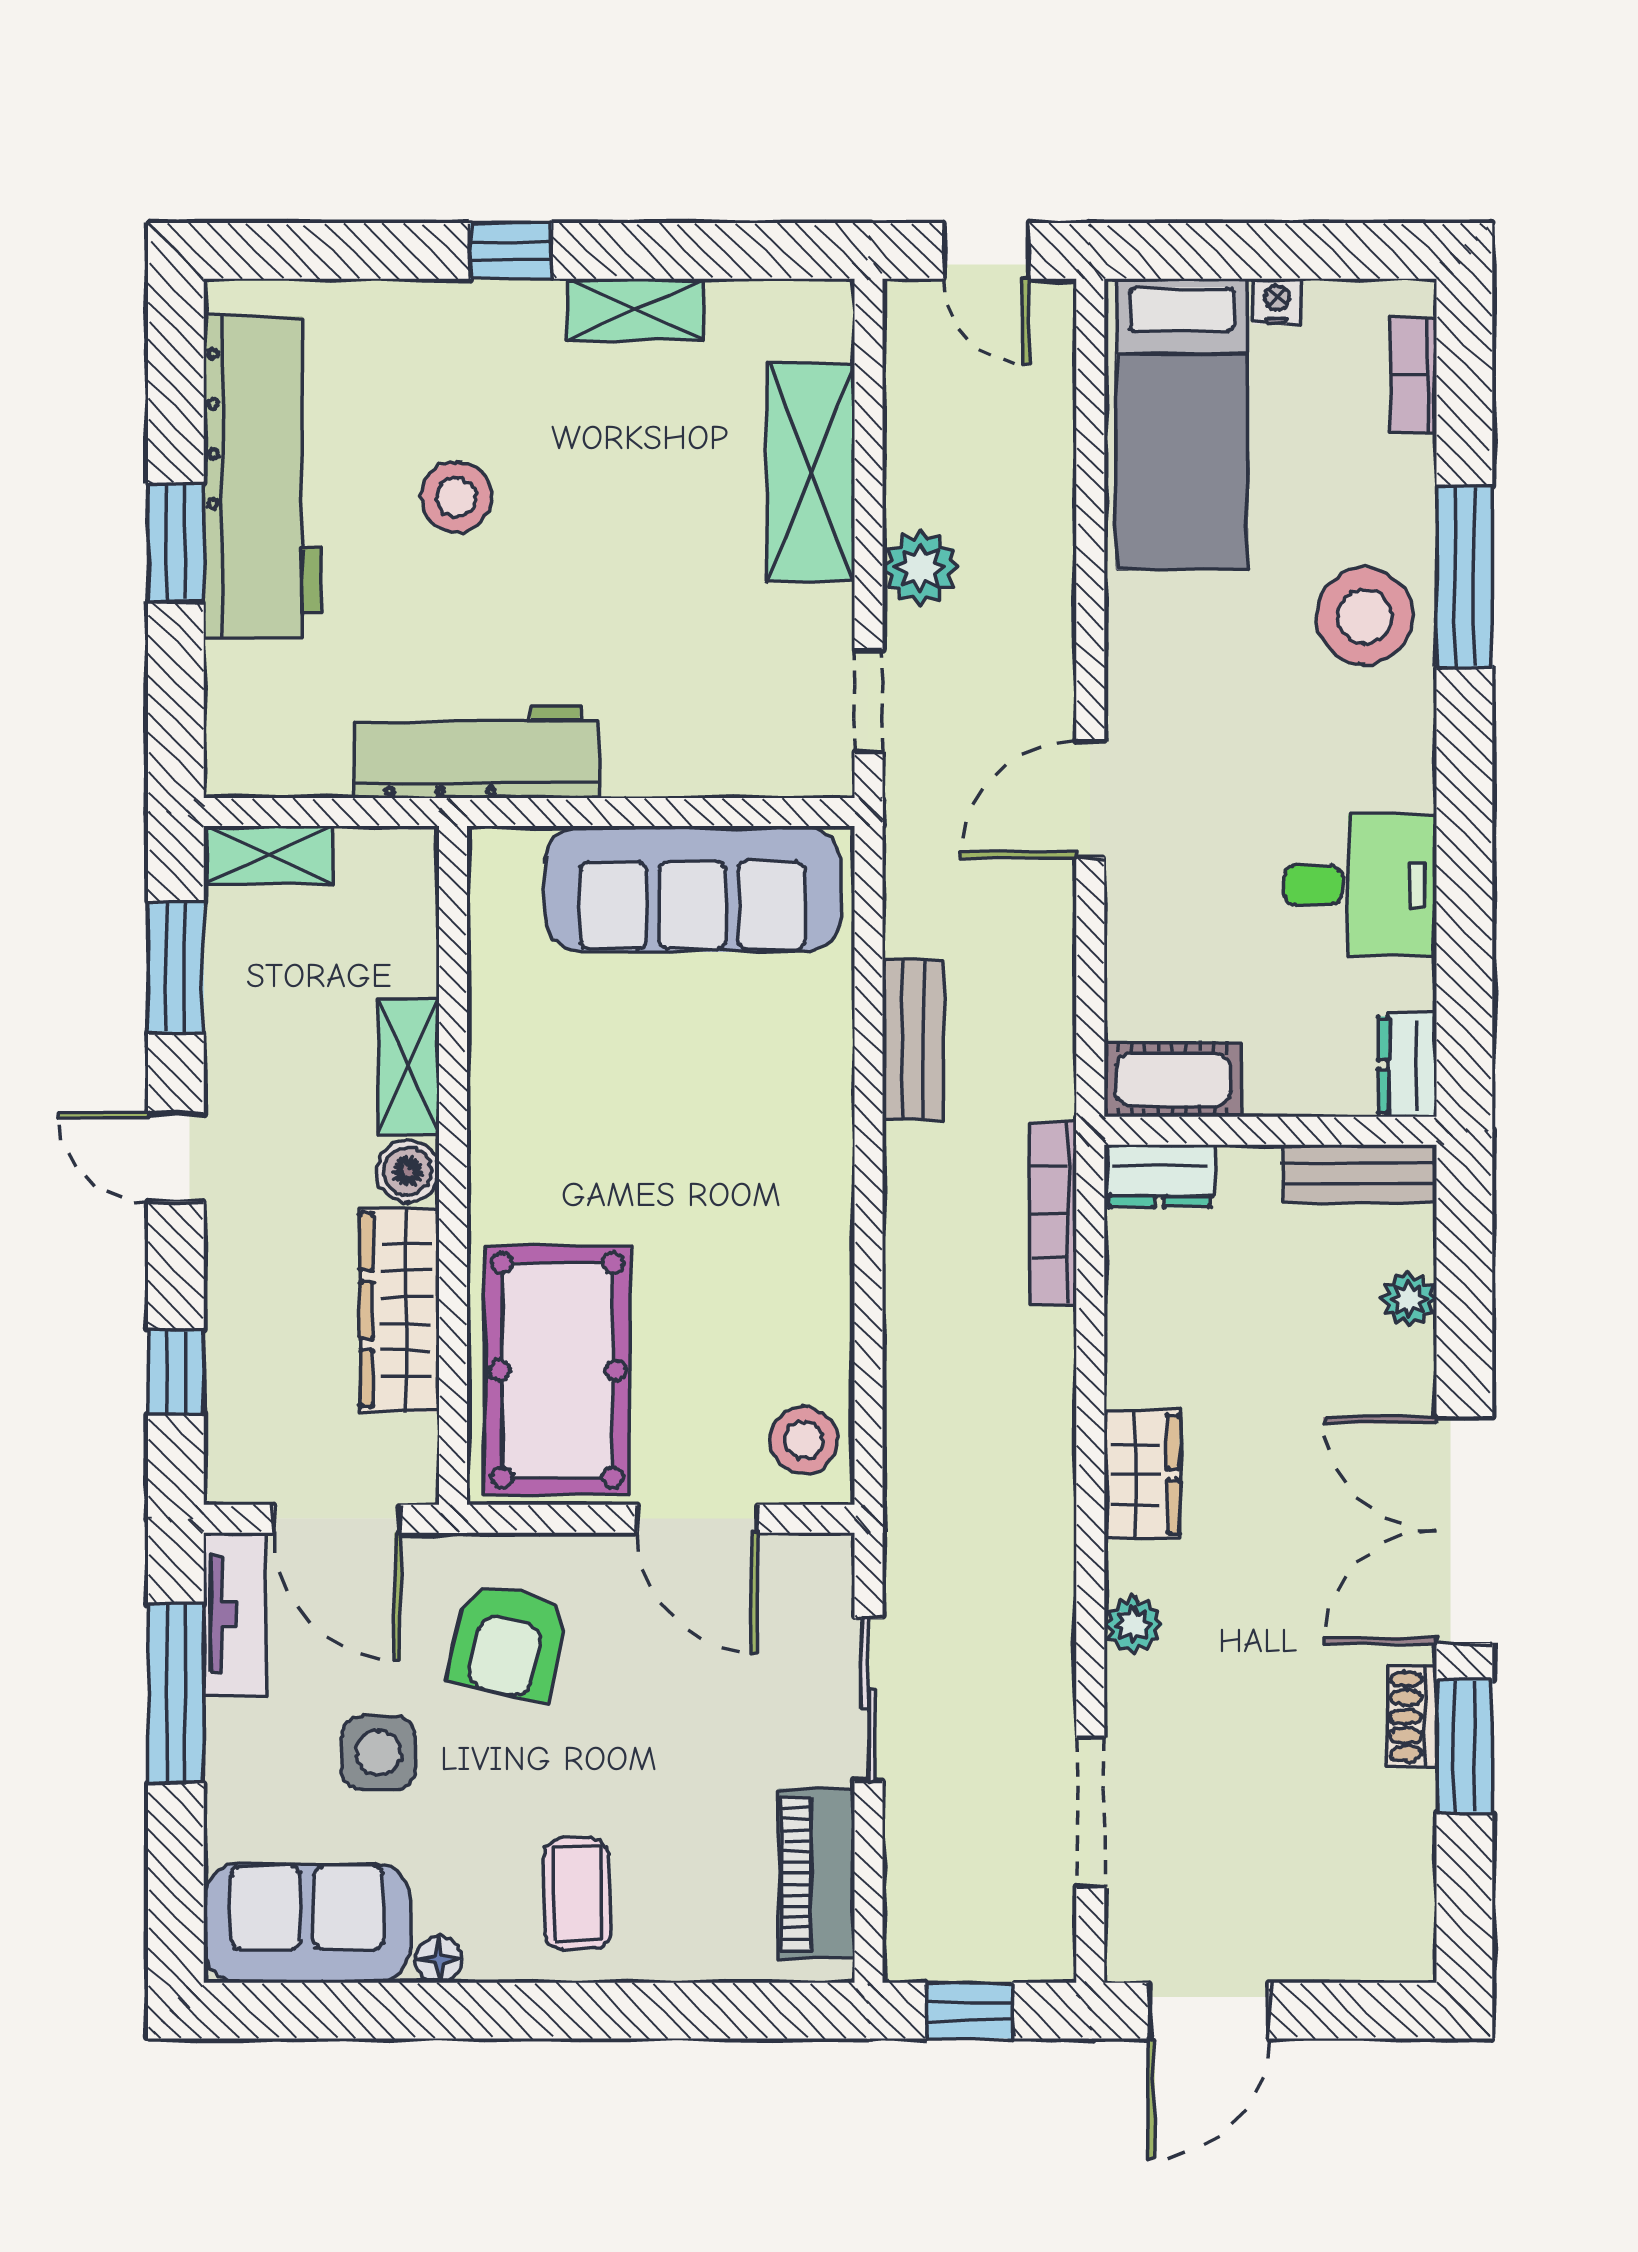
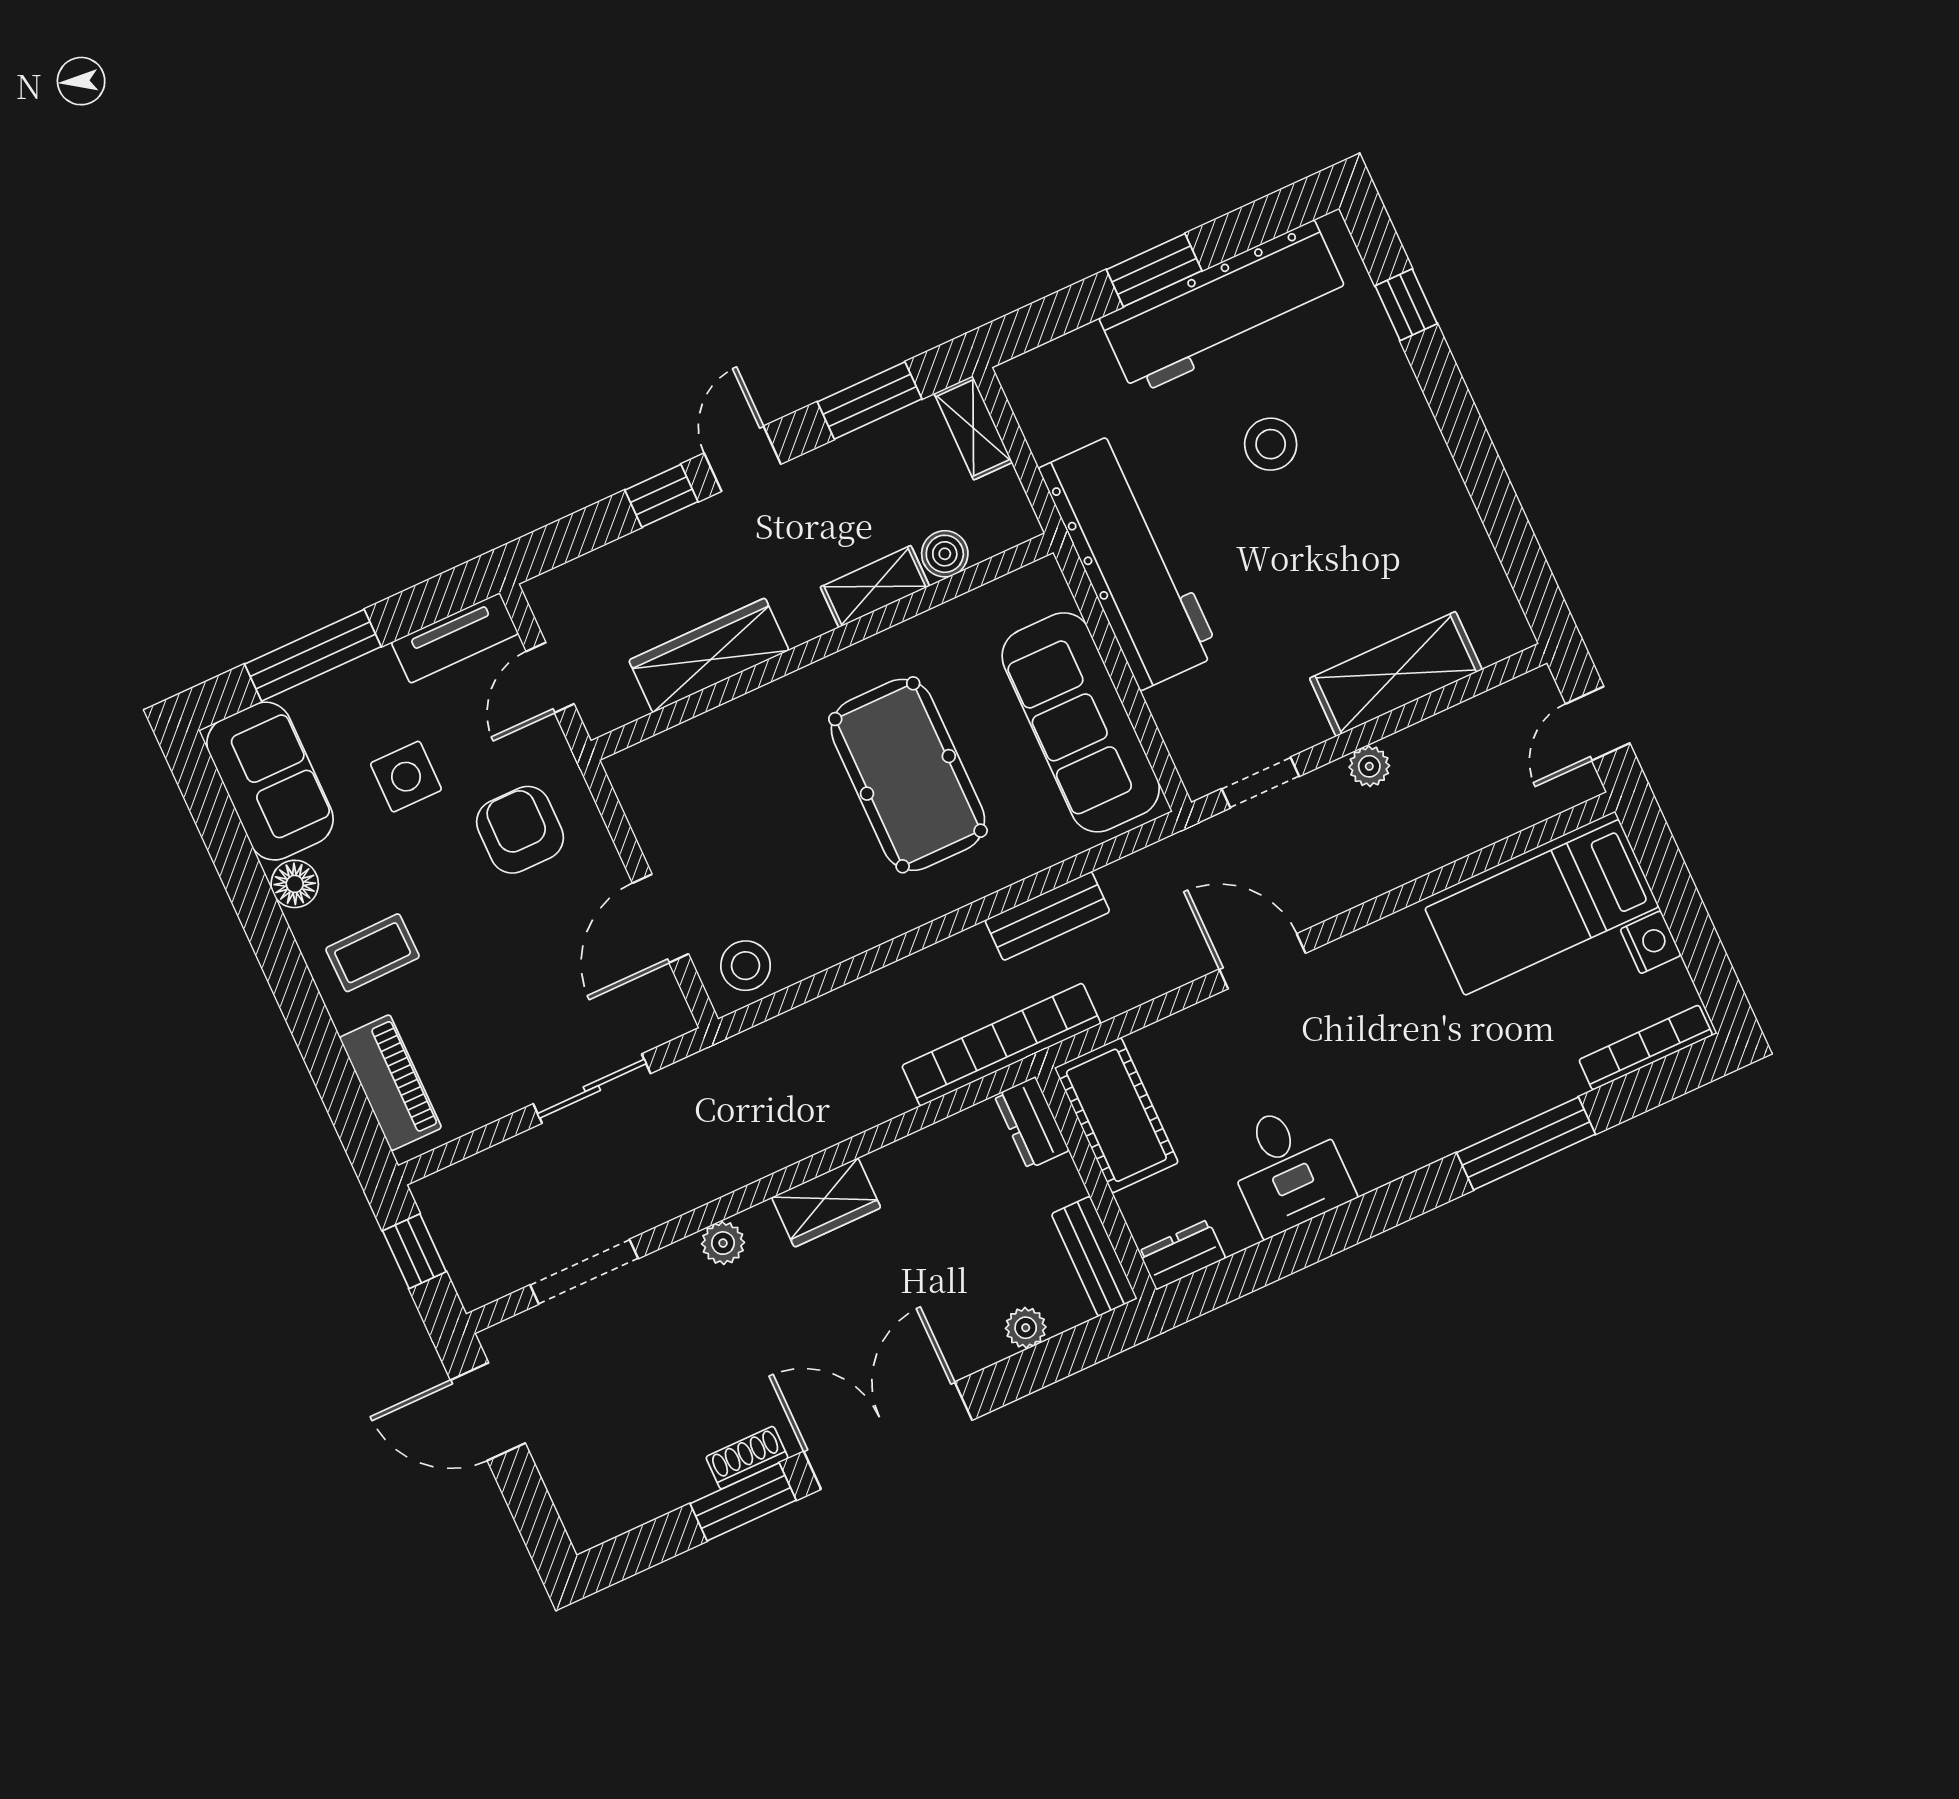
window: (511, 251) -> (1406, 305), moved
nightstand: (1277, 301) -> (1651, 942), width x1.39, depth x1.35
shelving: (636, 309) -> (1451, 507), removed
bookcase: (1414, 375) -> (1646, 1048), width x1.56
plant: (920, 568) -> (1369, 766), width x0.73, depth x0.73
stool: (1364, 616) -> (1469, 1089), removed
workbench: (477, 752) -> (1130, 561), width x1.36, depth x1.32
cot: (1173, 1080) -> (1116, 1115), width x1.37, depth x1.34
boiler: (408, 1171) -> (945, 554), moved
bookcase: (1053, 1213) -> (1001, 1045), width x1.48, depth x1.31
pool table: (557, 1370) -> (908, 775), moved, turned 90
window: (176, 1372) -> (661, 496), moved
door: (337, 1519) -> (550, 678), width x0.73
armchair: (508, 1642) -> (520, 830), turned 77
window: (176, 1693) -> (313, 655), moved
piano: (817, 1874) -> (390, 1083), moved, turned 90
floor lamp: (439, 1959) -> (295, 884), width x1.37, depth x1.37

